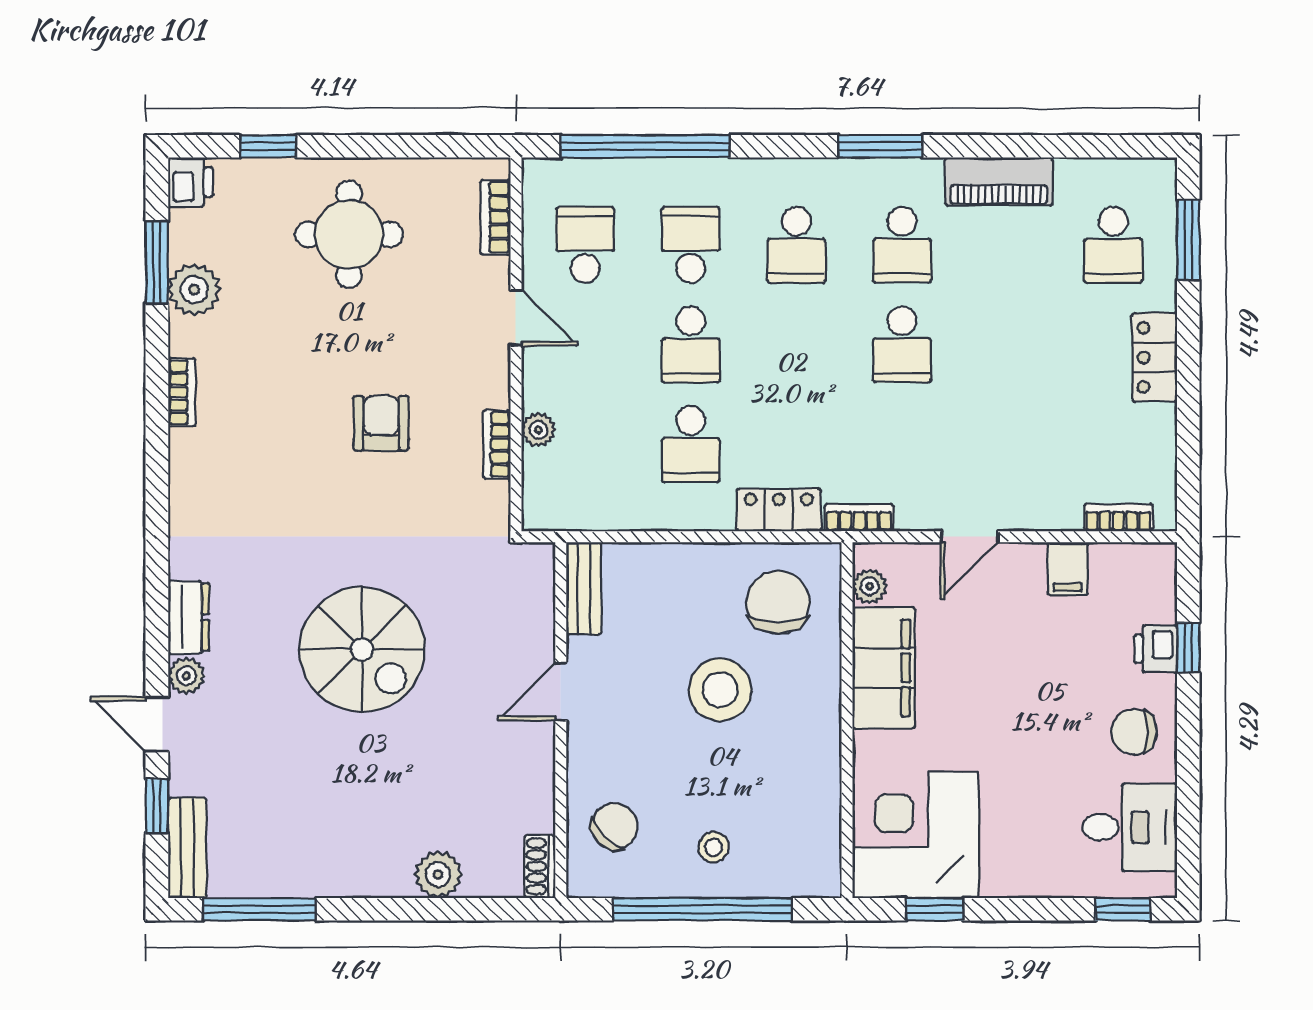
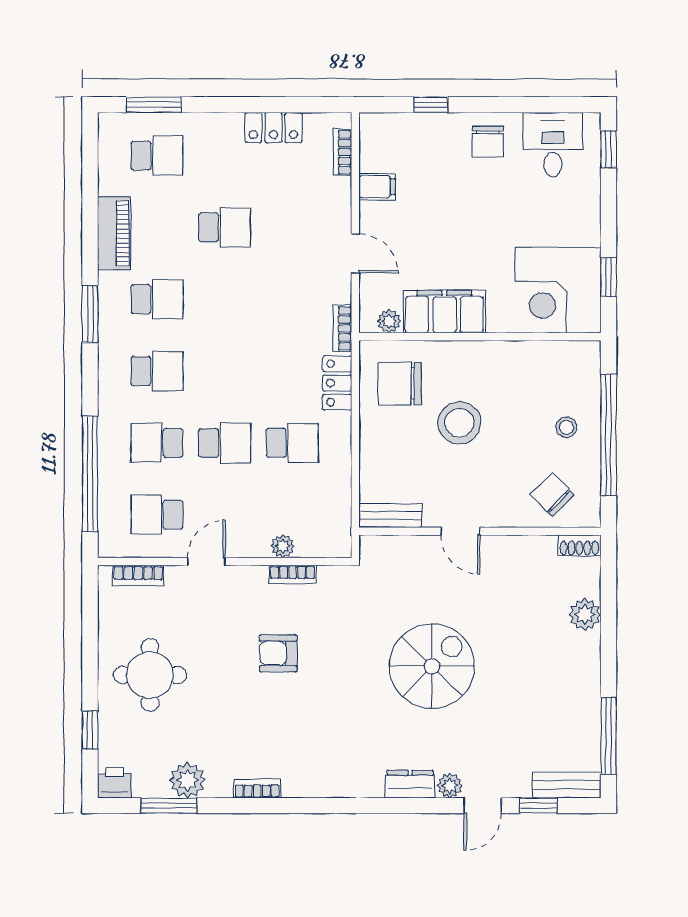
school desk: (902, 344) -> (225, 227), moved
locker: (1155, 357) -> (273, 128), moved
printer: (1156, 649) -> (432, 127), removed

